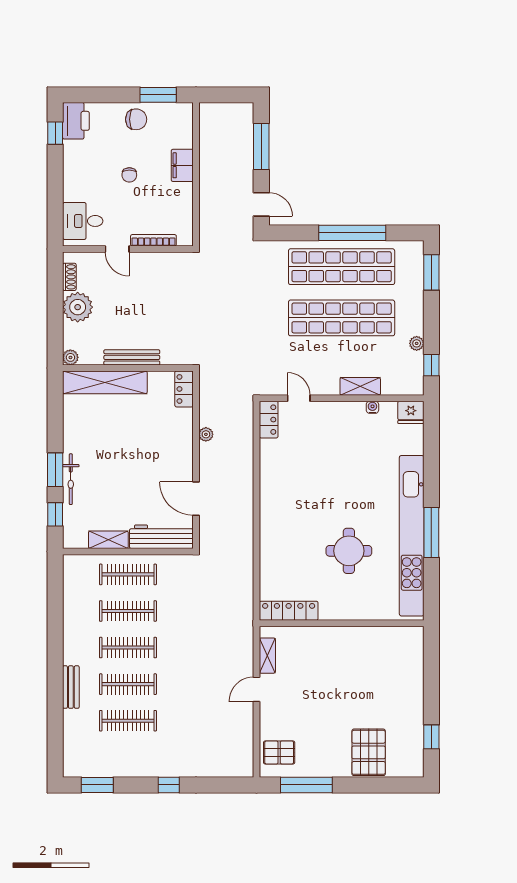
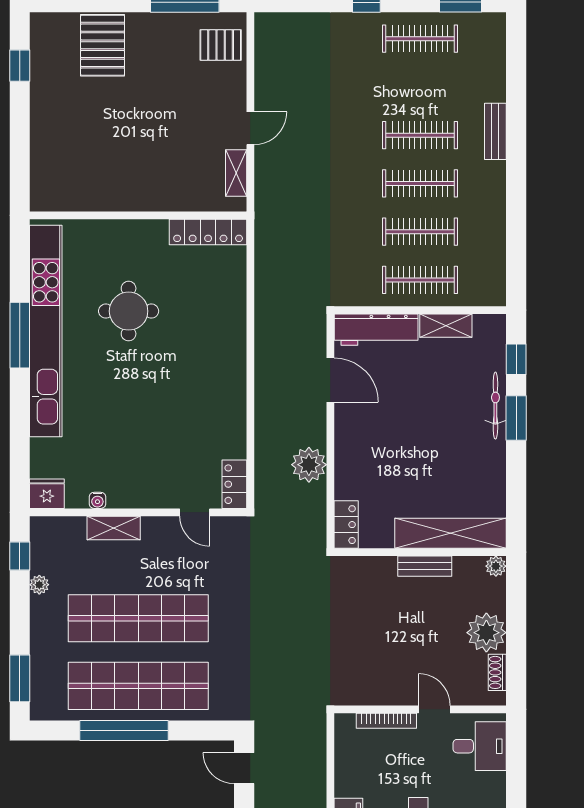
bench: (132, 357) -> (425, 566), width x0.73
plant: (206, 434) -> (309, 465), width x1.88, depth x1.88
clothes rail: (128, 721) -> (420, 39), moved

